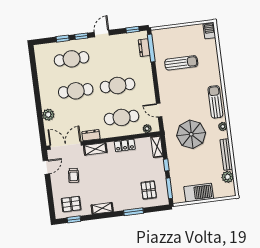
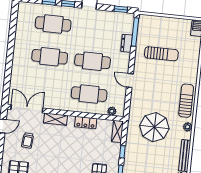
dresser: (144, 48) -> (127, 43), moved
door: (159, 110) -> (130, 81), moved
plant: (48, 115) -> (17, 74), removed
dresser: (91, 135) -> (54, 105), removed

